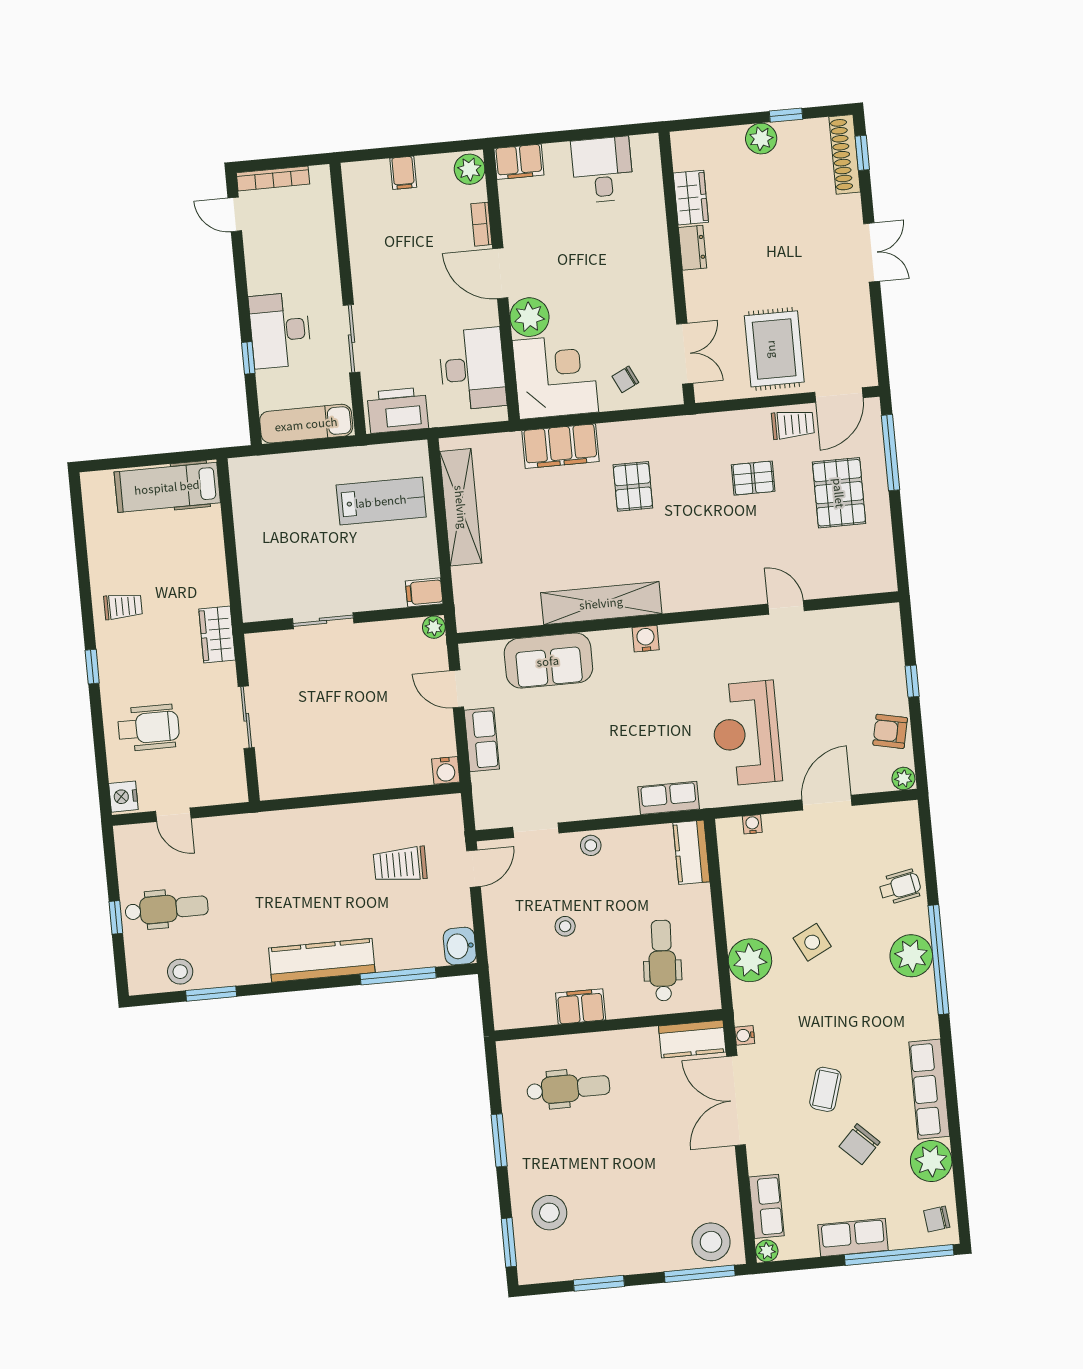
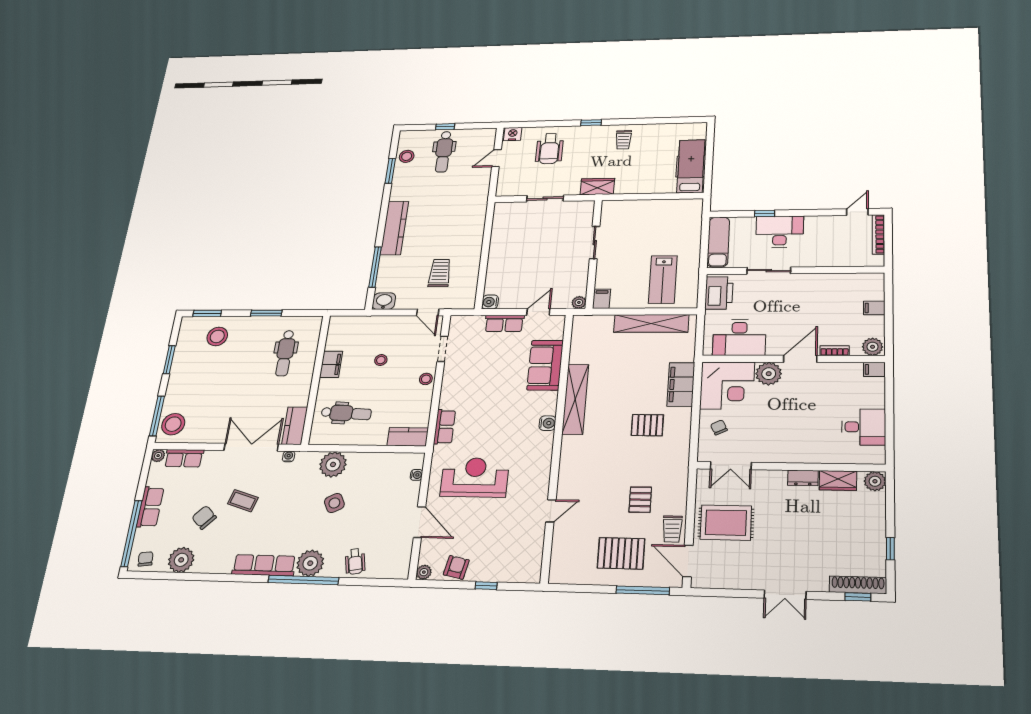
plant: (761, 139) -> (875, 481), moved
filing cabinet: (519, 162) -> (874, 369), width x0.50
row of seats: (929, 1089) -> (264, 565), moved

